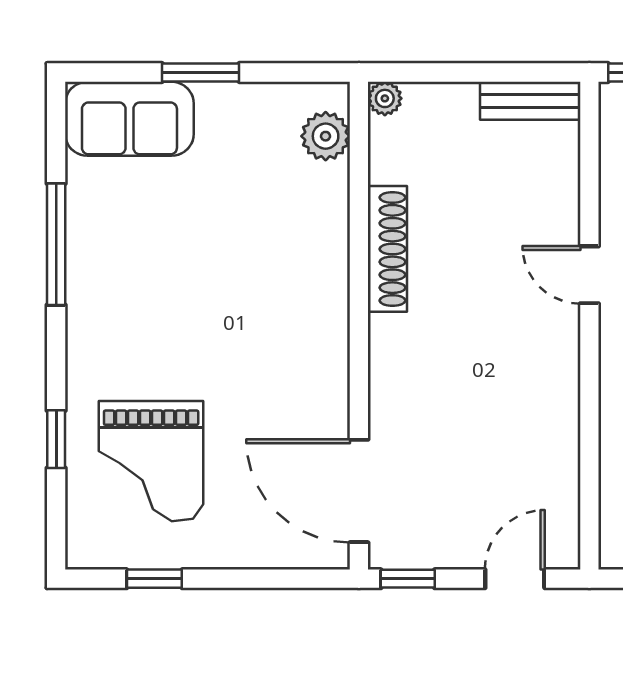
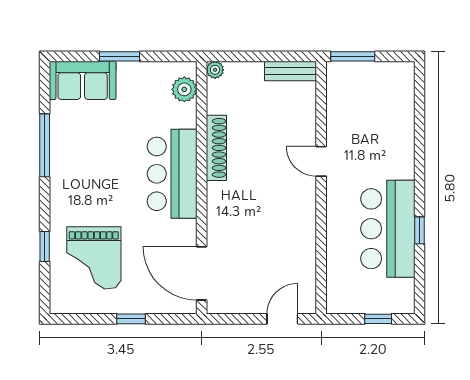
bar counter: (302, 299) -> (172, 174), added
window: (154, 579) -> (131, 319), moved
window: (408, 579) -> (227, 319), removed

